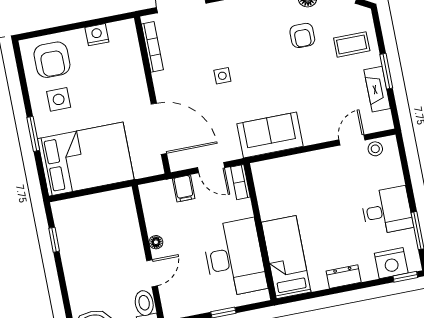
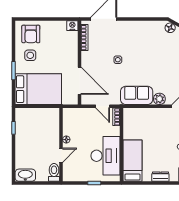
nightstand: (97, 35) -> (72, 26), moved
armchair: (302, 35) -> (164, 47), removed
plant: (313, 133) -> (159, 99), added
filing cabinet: (184, 188) -> (86, 114), removed

